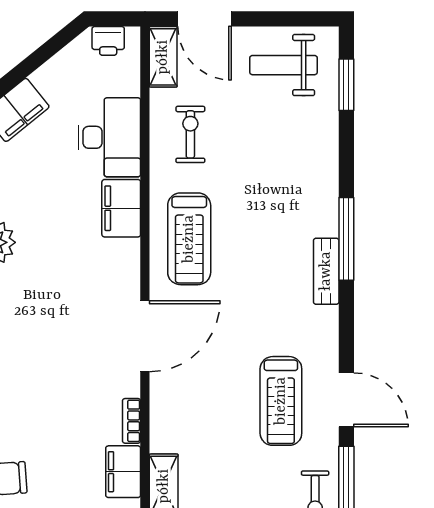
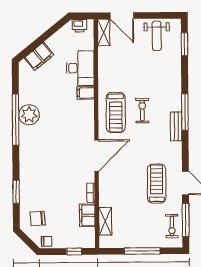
weight bench: (284, 65) -> (157, 36), turned -90
exercise bike: (190, 134) -> (142, 111), moved
filing cabinet: (121, 208) -> (86, 93), width x0.50
treadmill: (281, 401) -> (157, 184), turned 180

